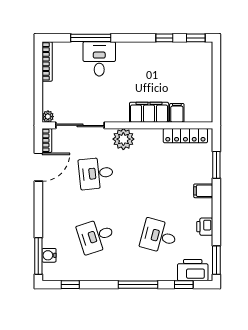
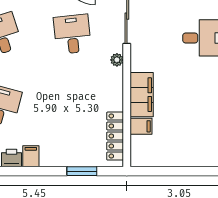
plant: (123, 139) -> (117, 60), width x0.53, depth x0.53
filing cabinet: (203, 191) -> (31, 156), moved

